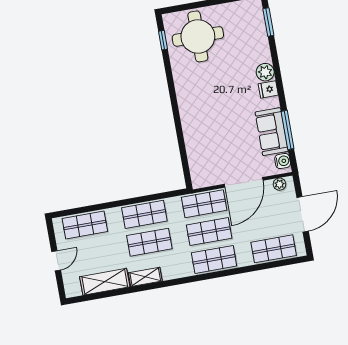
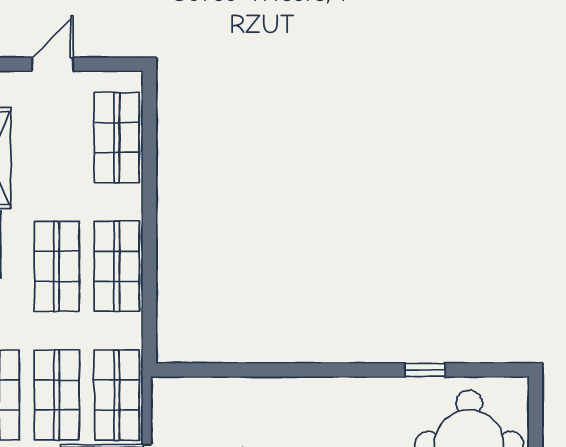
window: (163, 40) -> (425, 370), moved
door: (56, 261) -> (53, 64), swing flipped

